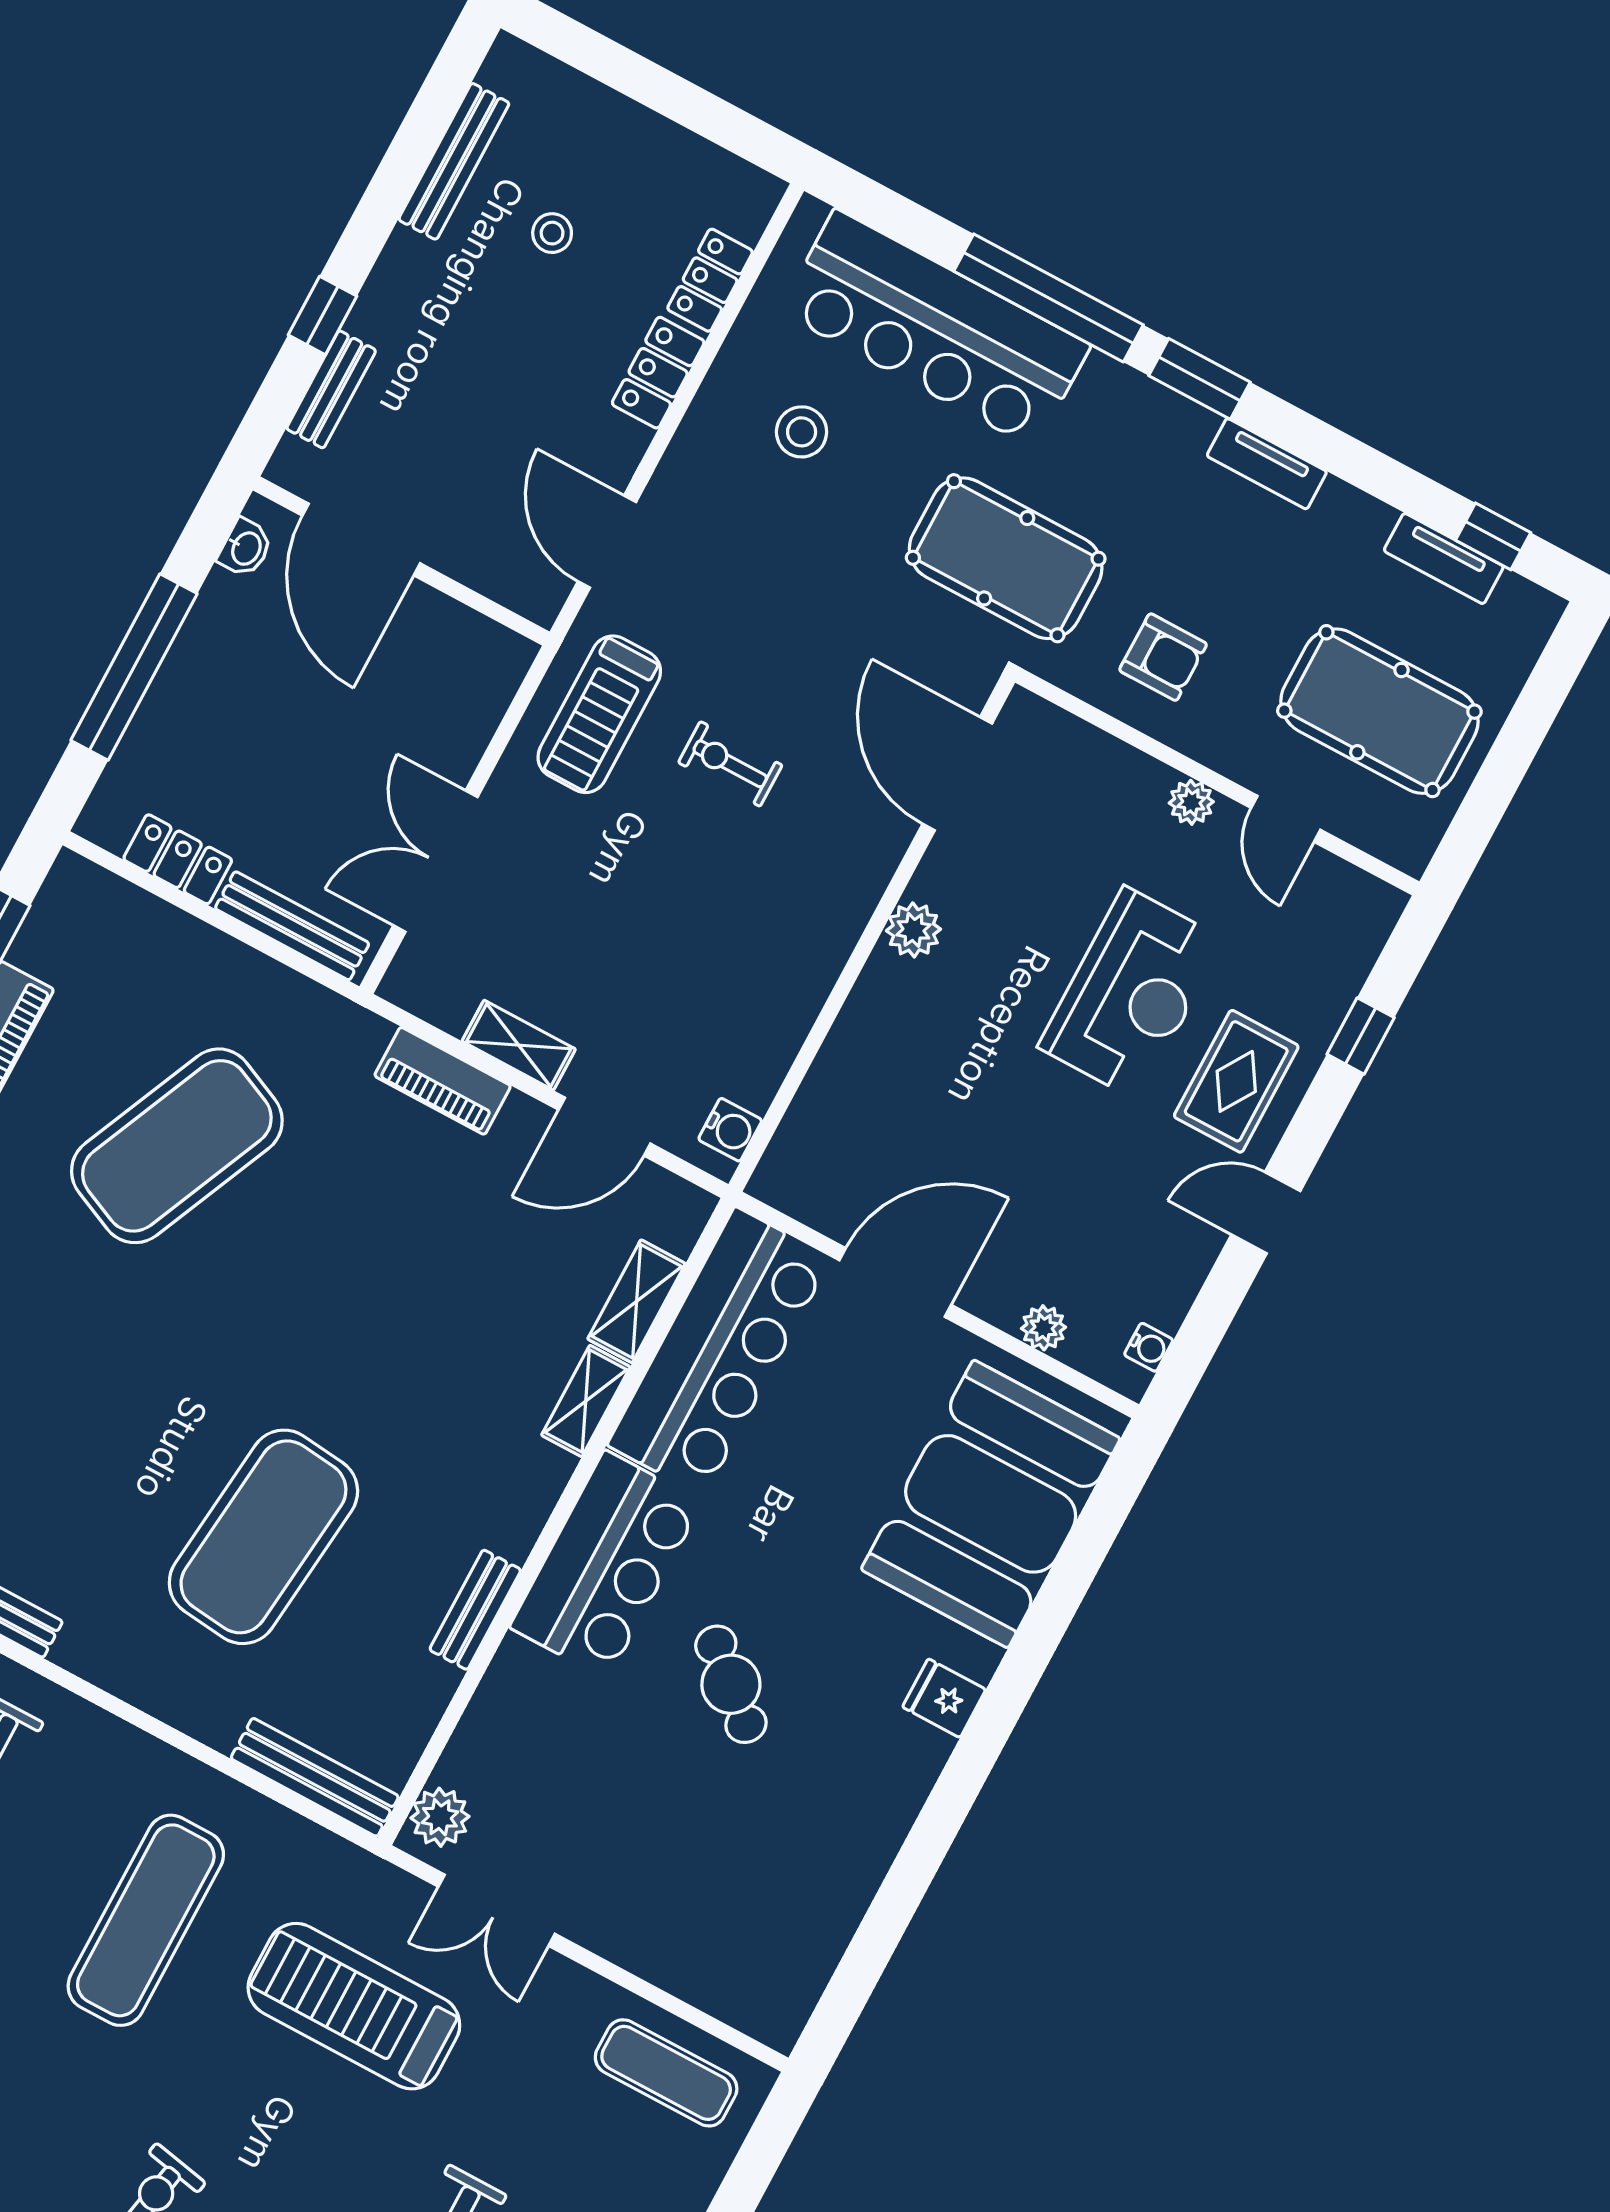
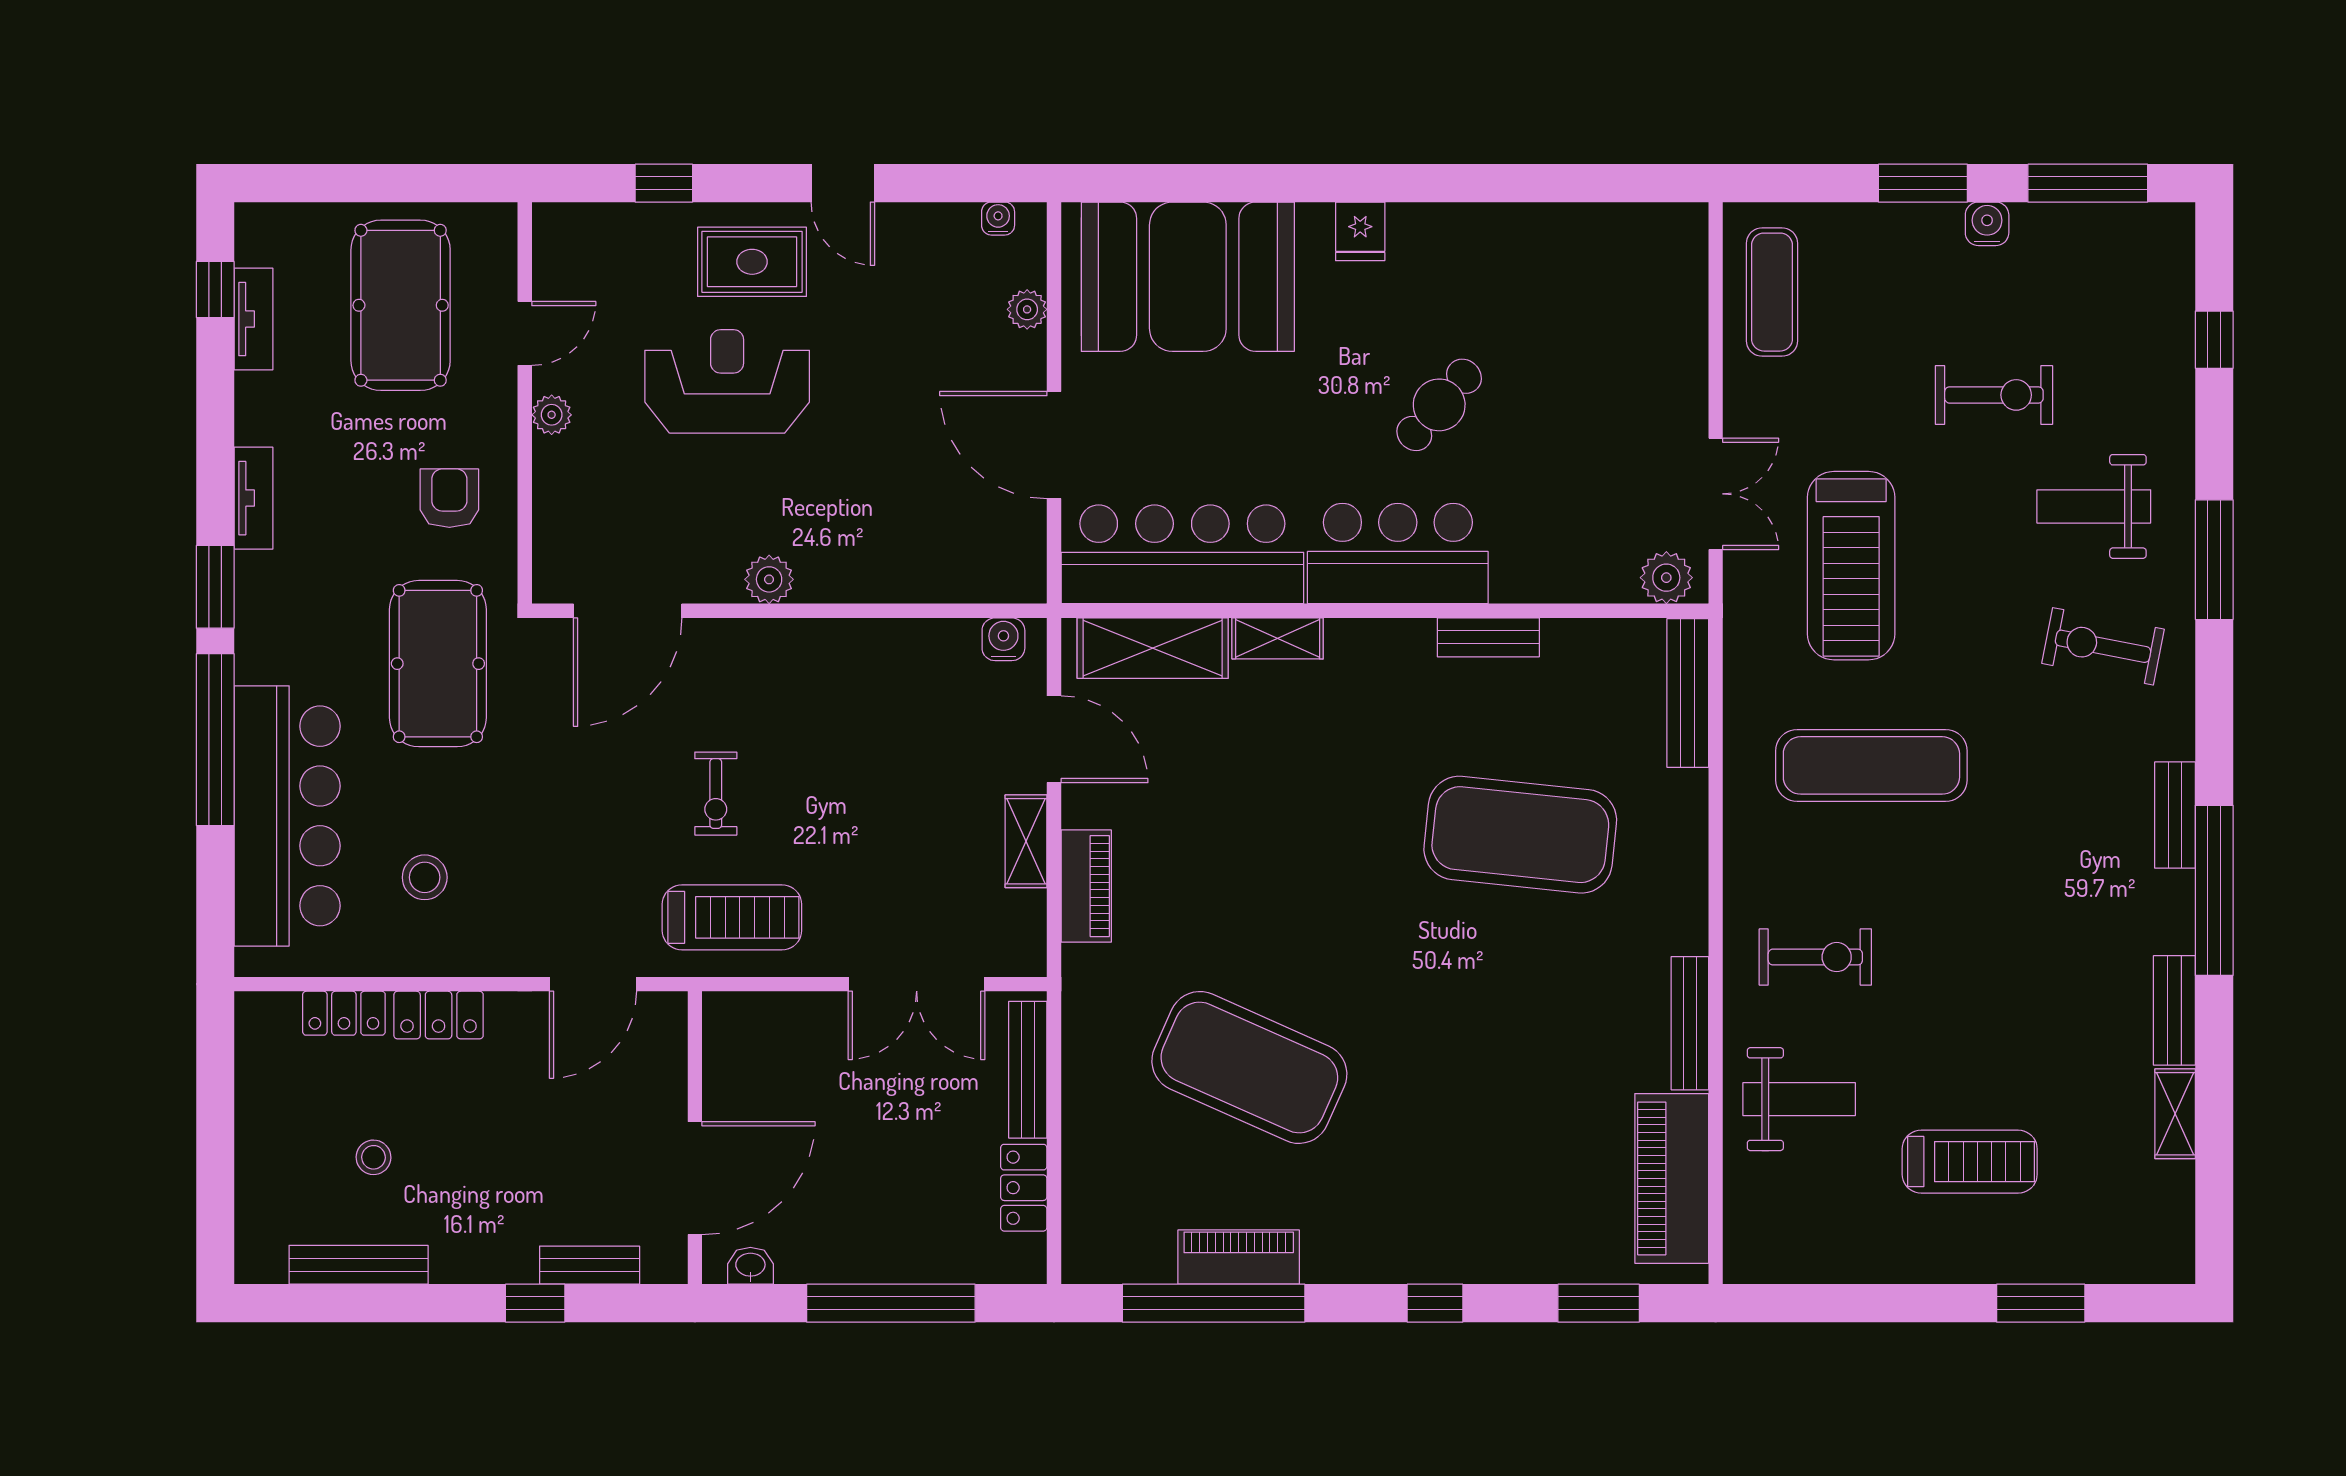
shelving: (637, 1301) -> (1153, 648), width x1.50, depth x1.33

